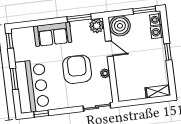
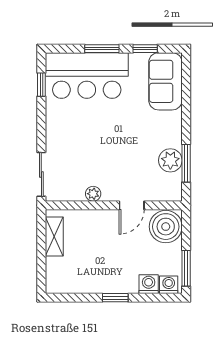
plant: (97, 26) -> (170, 160), moved
sofa: (53, 34) -> (165, 81), moved
window: (10, 41) -> (145, 49), moved
armchair: (77, 69) -> (105, 150), removed
shelving: (158, 92) -> (54, 236), moved

